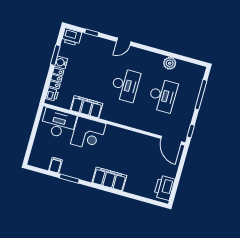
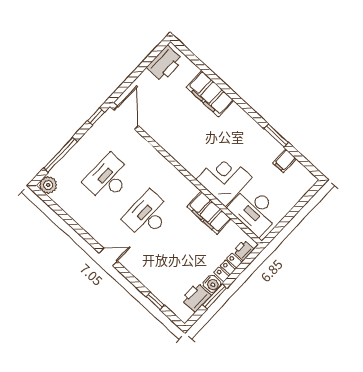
printer: (72, 37) -> (196, 297), moved, turned -90
door: (124, 42) -> (108, 257), moved
plant: (170, 63) -> (48, 185), moved
filing cabinet: (109, 179) -> (210, 94), moved

